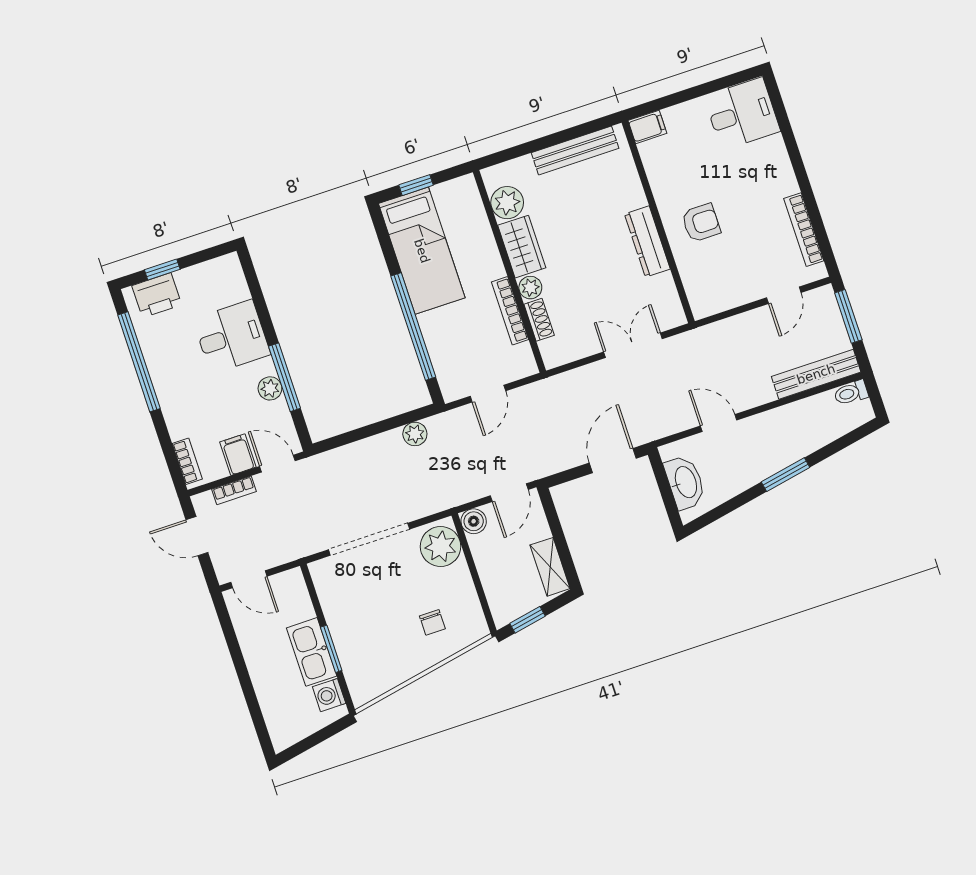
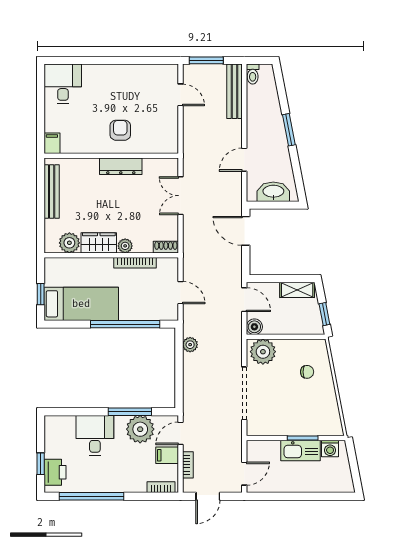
bookcase: (804, 230) -> (145, 70), removed
shoe rack: (539, 320) -> (166, 247), moved
plant: (270, 388) -> (140, 429), width x1.88, depth x1.88

